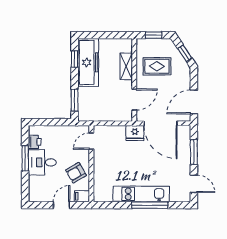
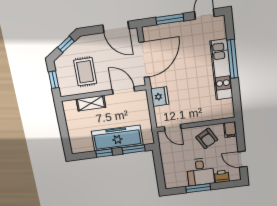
window: (75, 59) -> (104, 153), moved
freezer: (88, 62) -> (117, 138), moved
fridge: (135, 133) -> (160, 97), moved
printer: (35, 142) -> (222, 176), moved
door: (61, 205) -> (242, 159), moved

